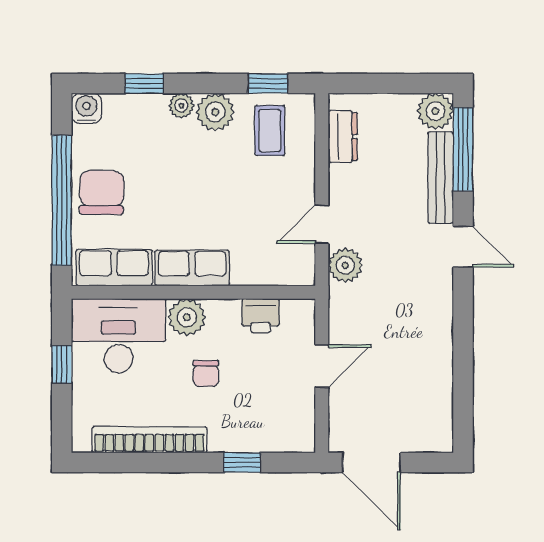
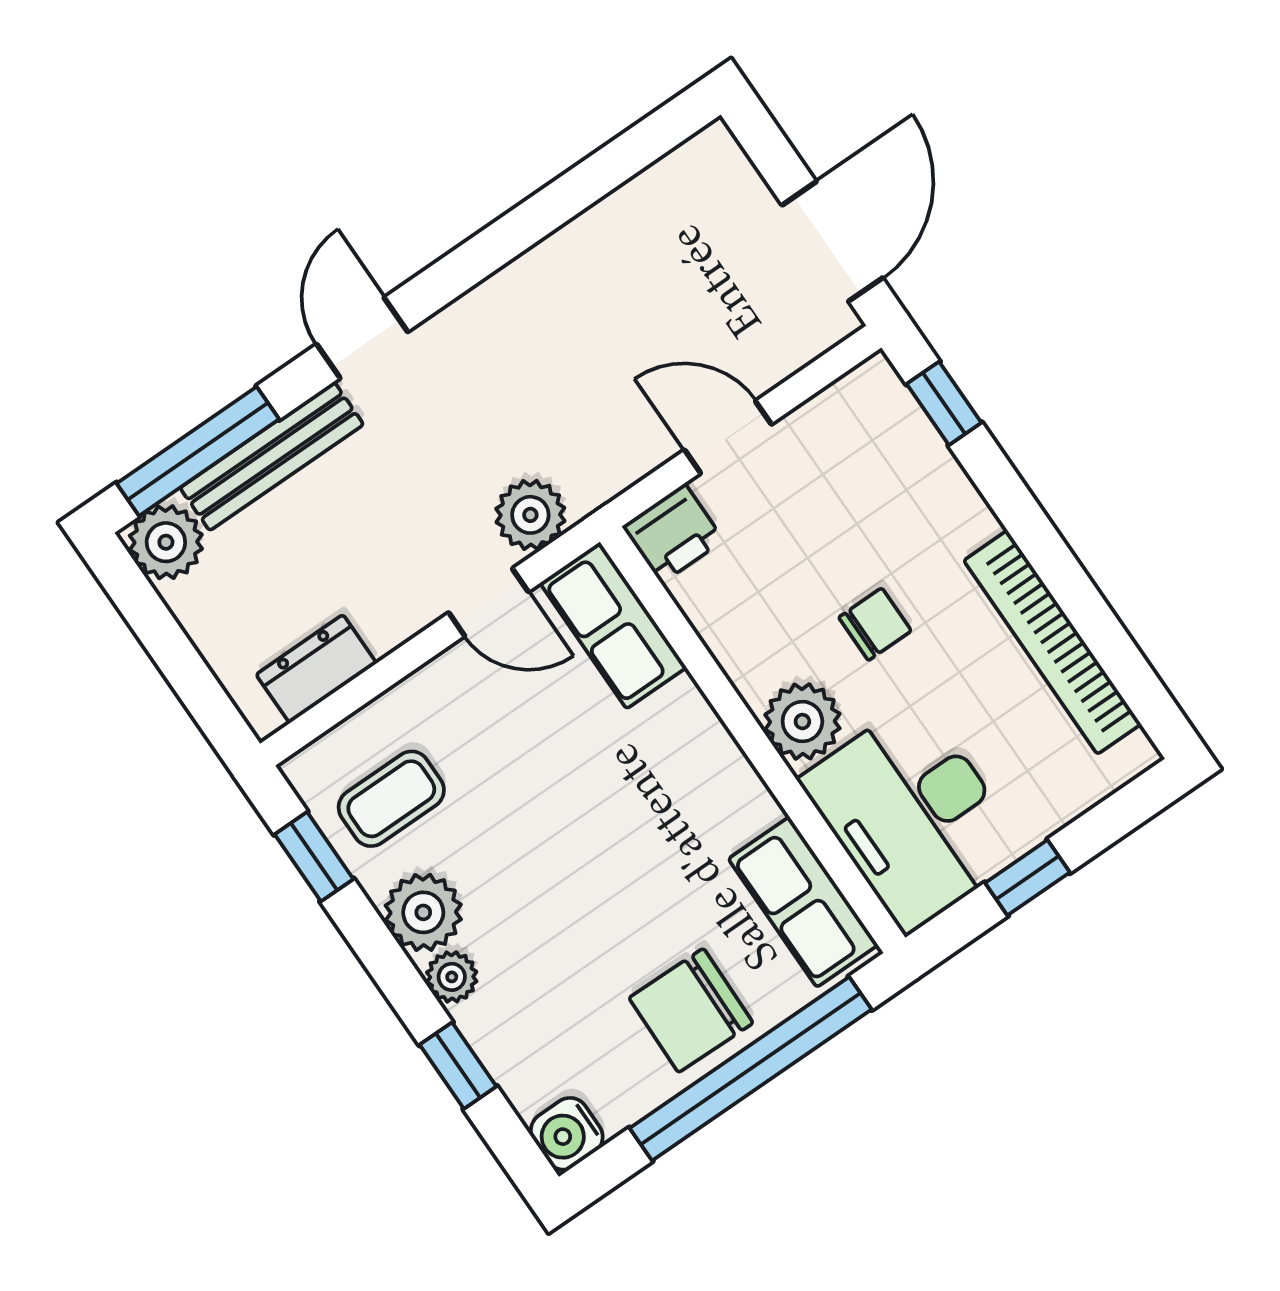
row of seats: (192, 268) -> (613, 625), moved
printer: (261, 316) -> (673, 533), moved, turned 90
window: (242, 462) -> (944, 403), moved

